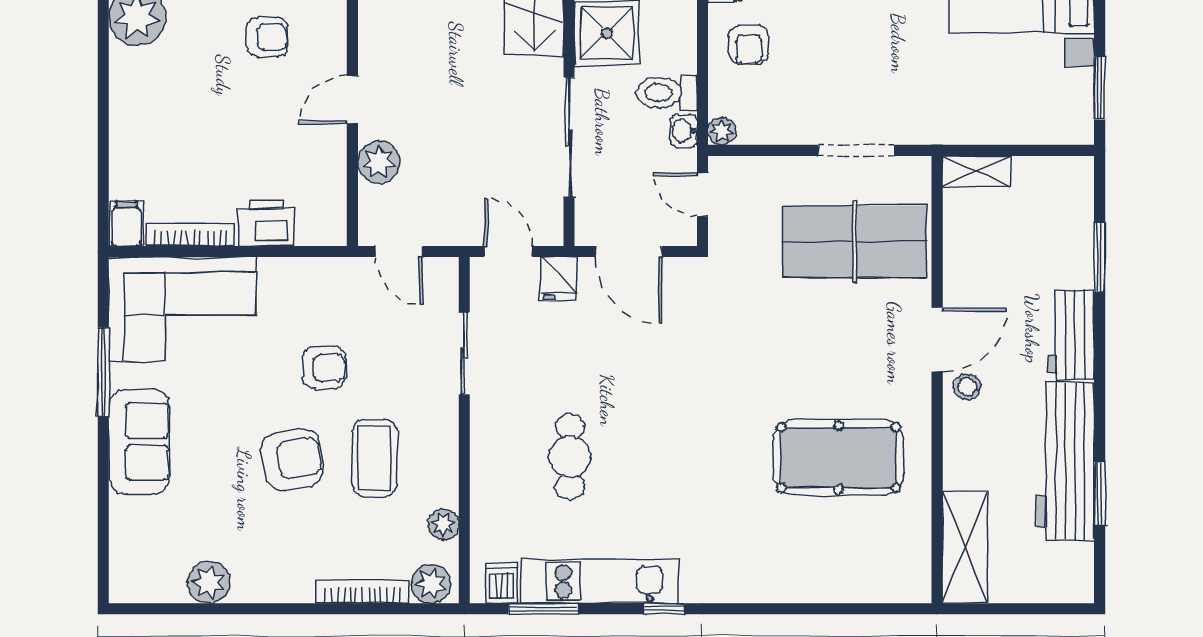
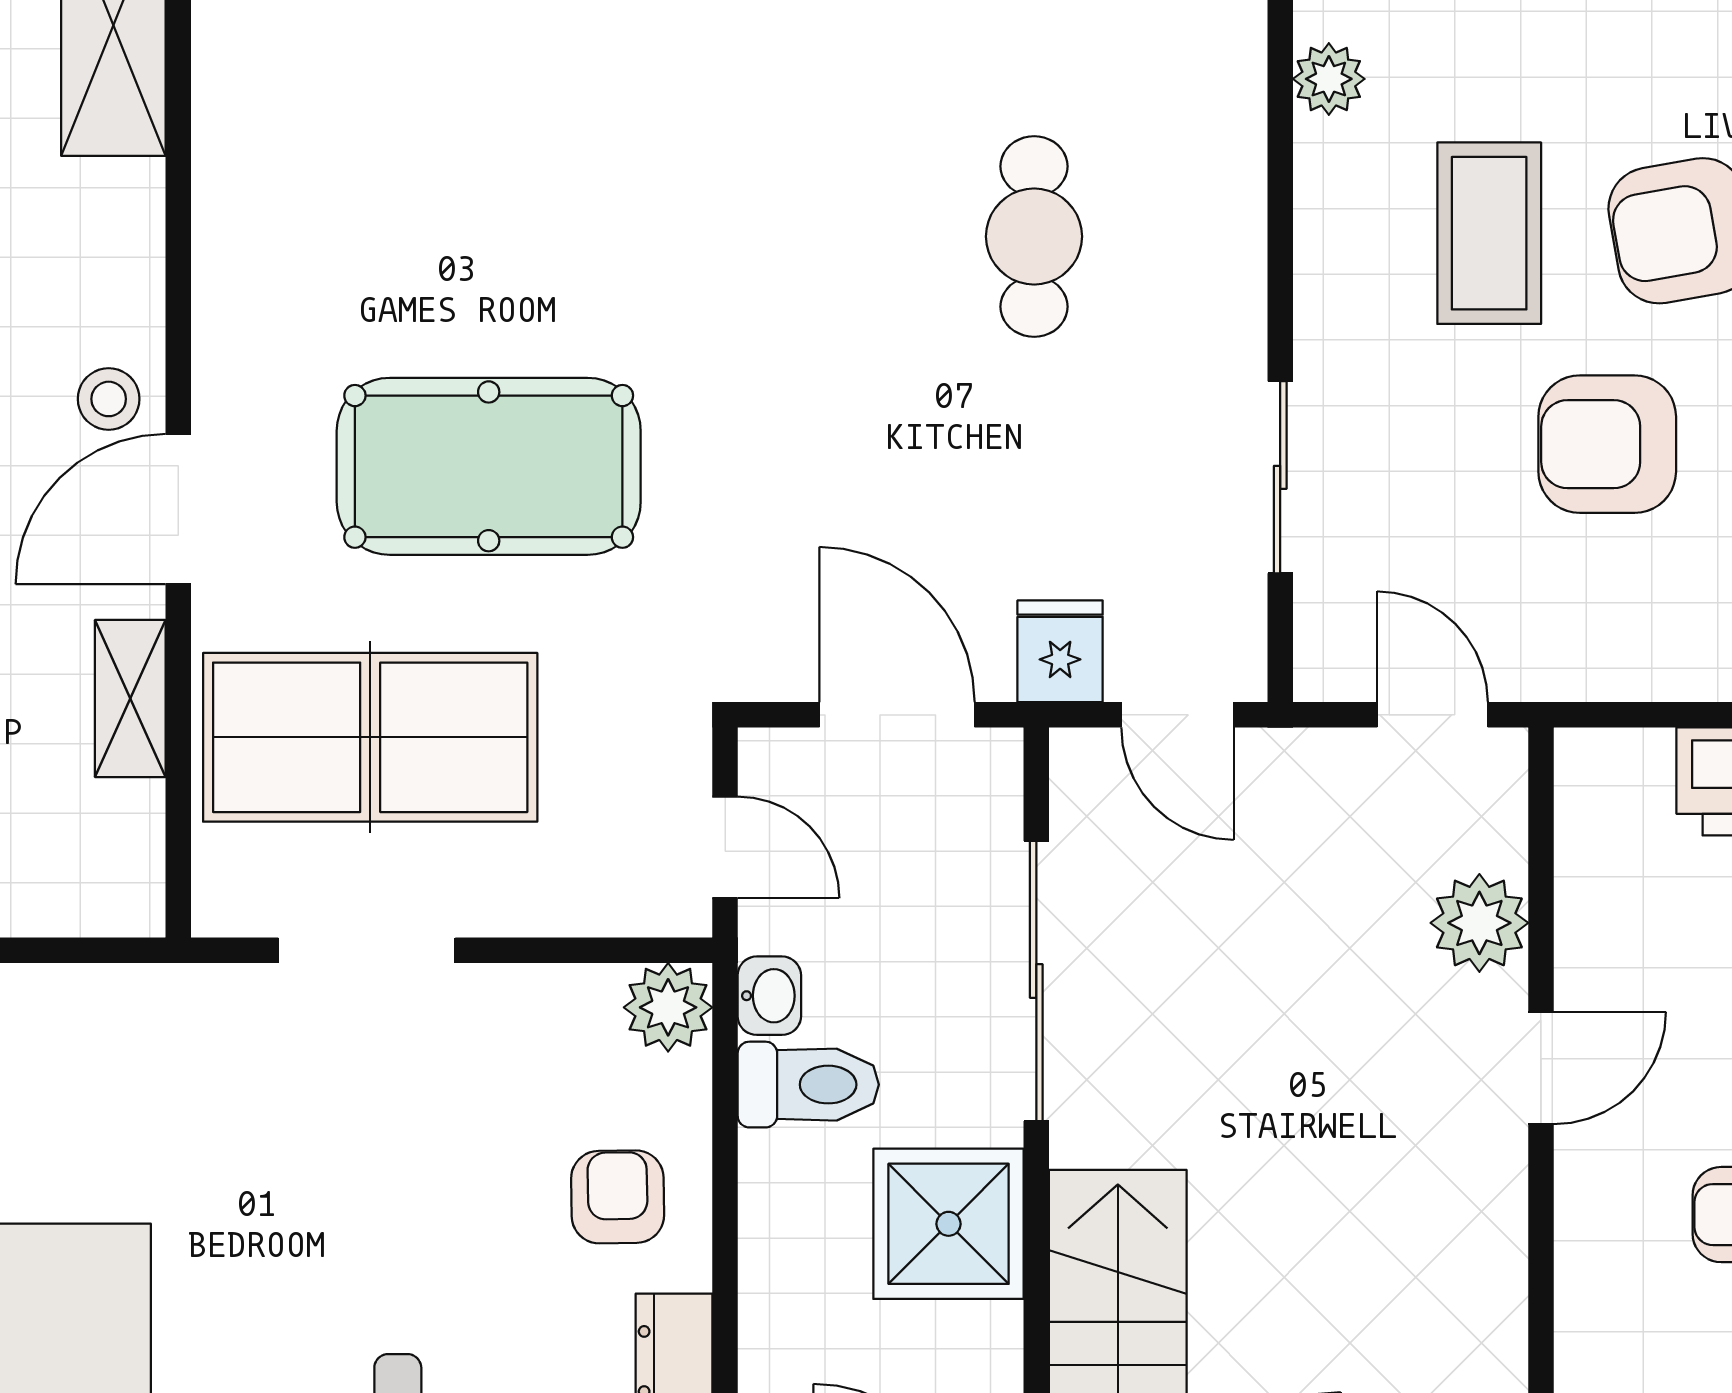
plant: (722, 131) -> (668, 1007), width x1.38, depth x1.38
shelving: (976, 171) -> (130, 698), moved, turned 90
armchair: (324, 368) -> (1607, 444), width x1.38, depth x1.38
pool table: (839, 457) -> (489, 466), moved

